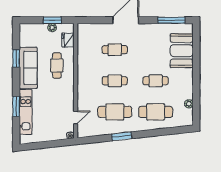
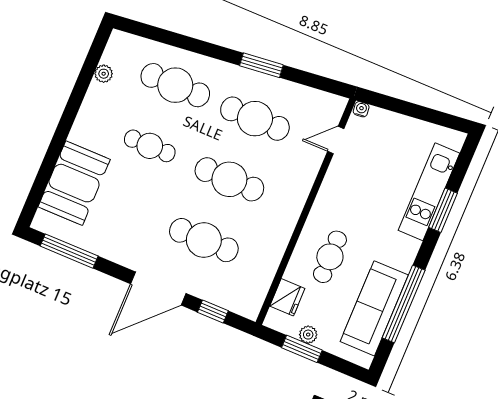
window: (98, 20) -> (213, 311), added
cafe table: (115, 50) -> (204, 240), width x1.37, depth x1.35
window: (16, 58) -> (404, 304), width x2.11
sofa: (28, 68) -> (374, 308), moved
cafe table: (115, 81) -> (229, 179), width x1.37, depth x1.35

